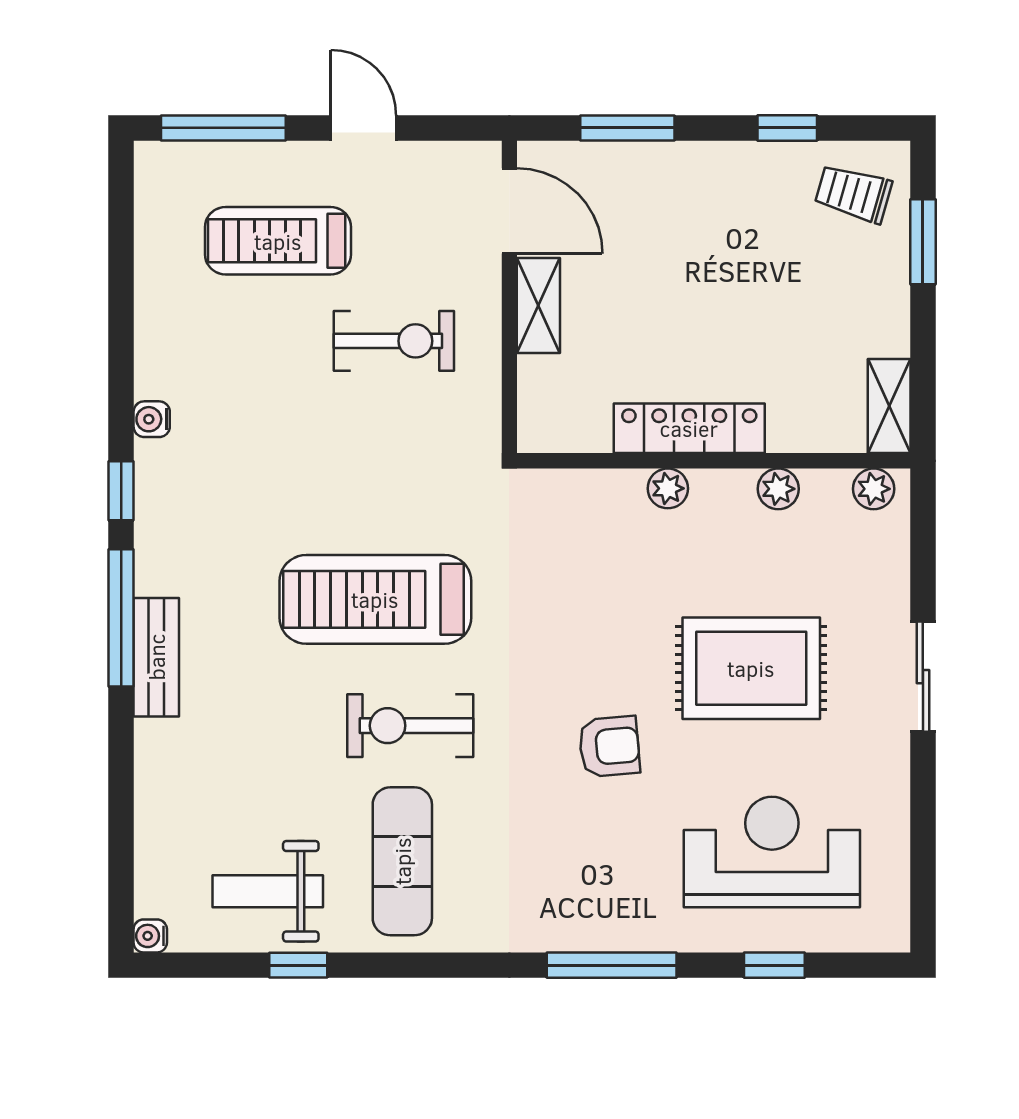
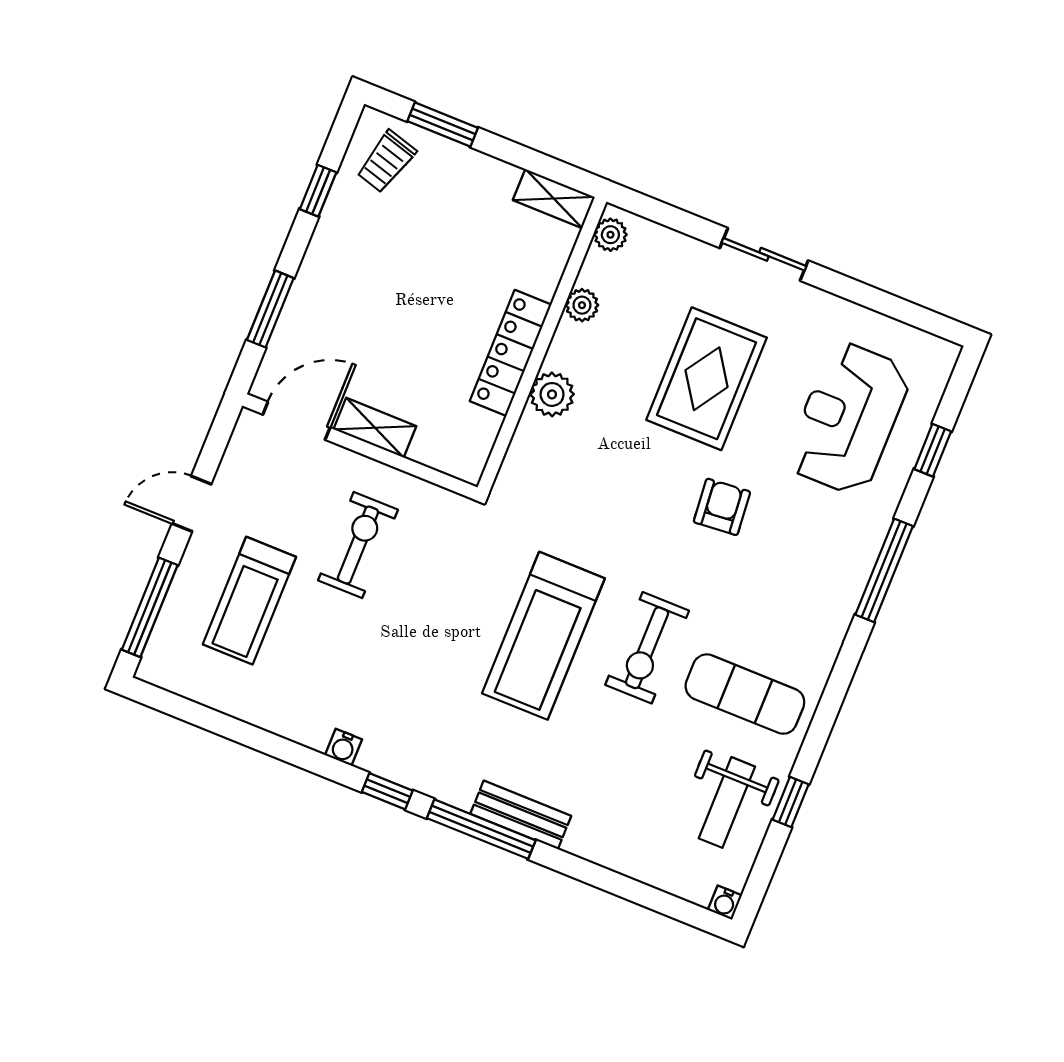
plant: (668, 488) -> (552, 394), width x1.38, depth x1.38

